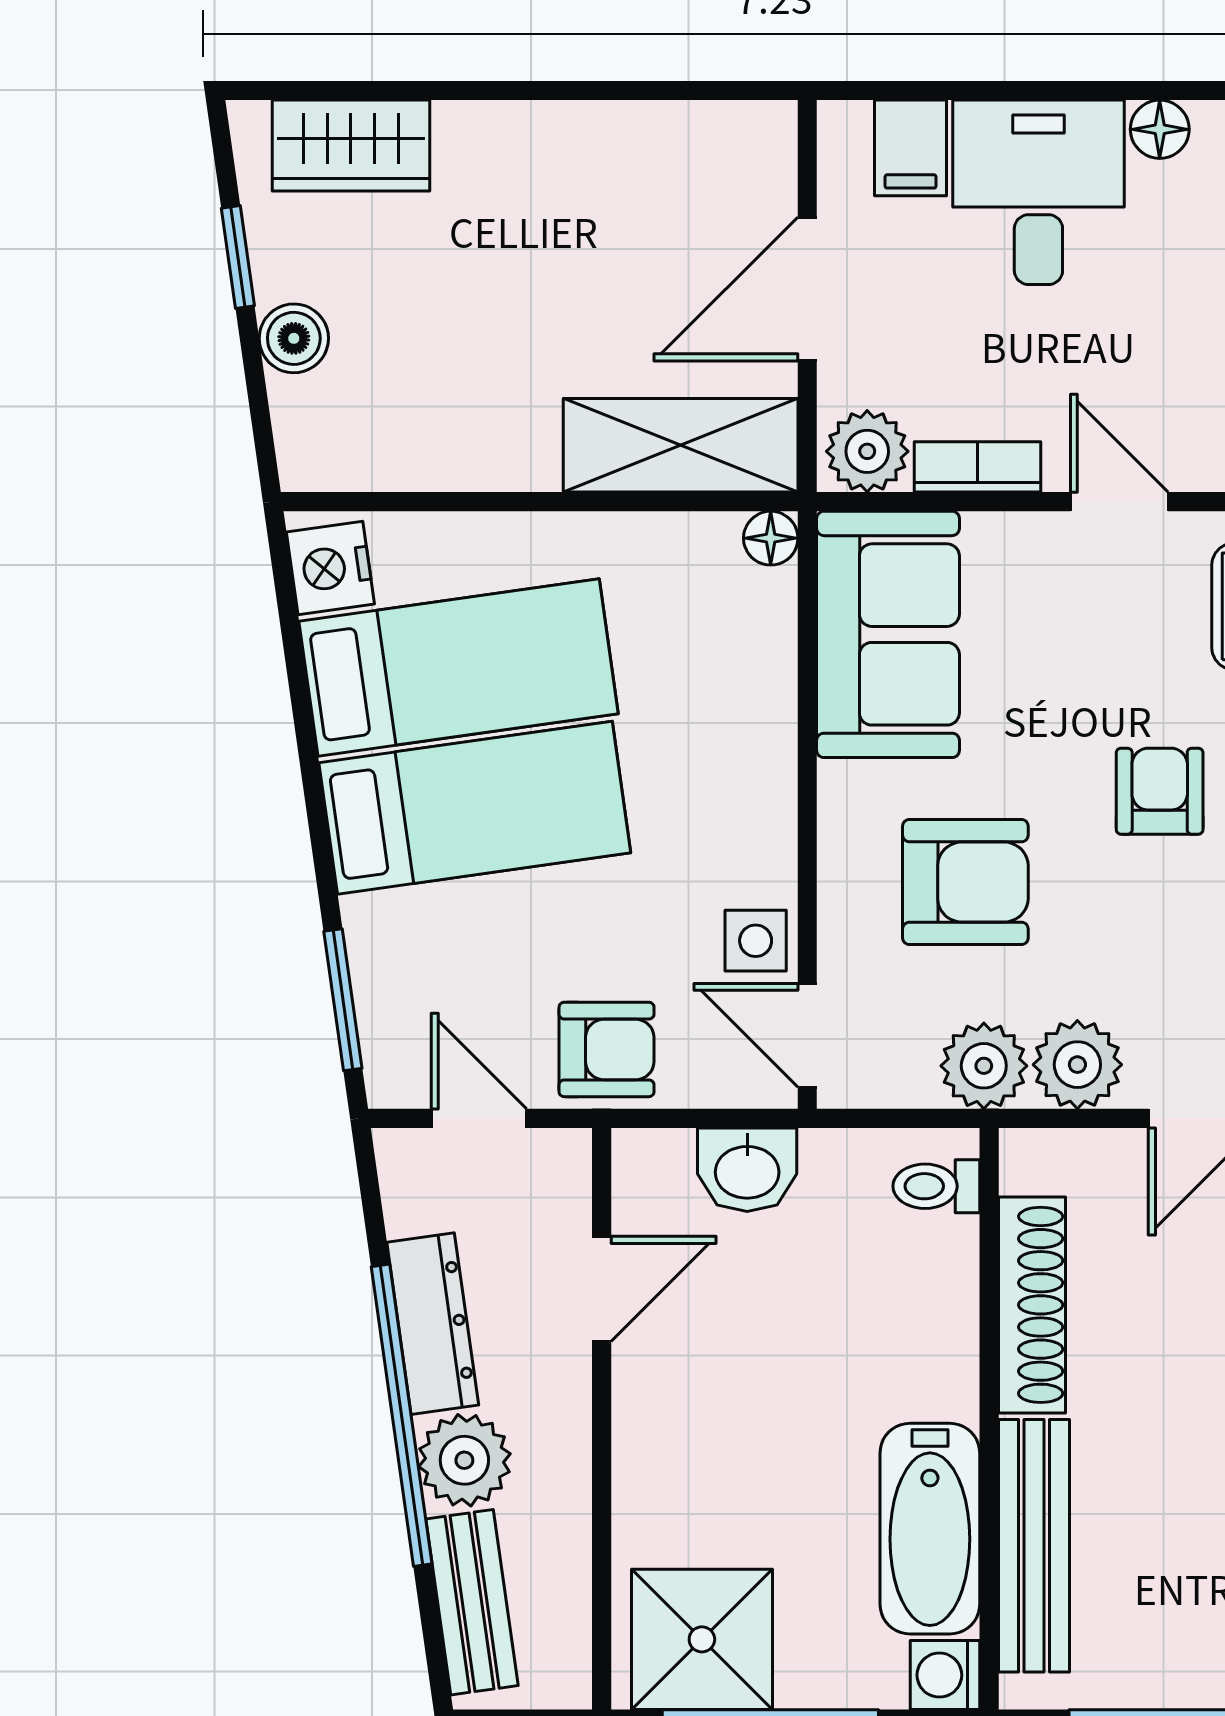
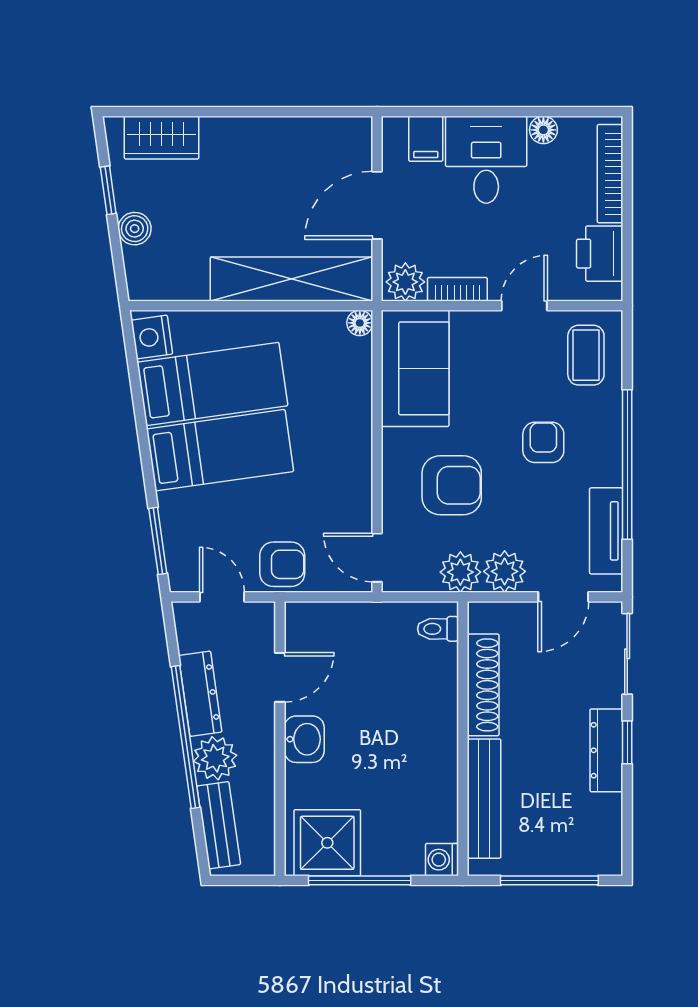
shelving: (681, 445) -> (291, 279), width x1.47
door: (1119, 502) -> (524, 306), hinge flipped
side table: (756, 941) -> (353, 513), removed
washbasin: (747, 1170) -> (304, 739), moved, turned -90
bathtub: (930, 1529) -> (435, 791), removed

